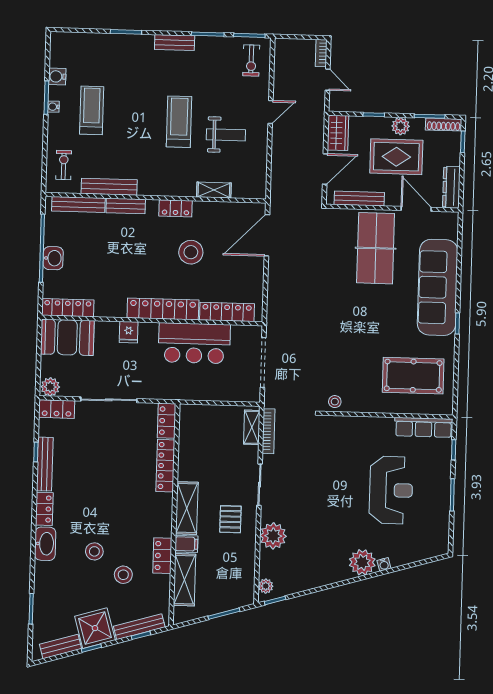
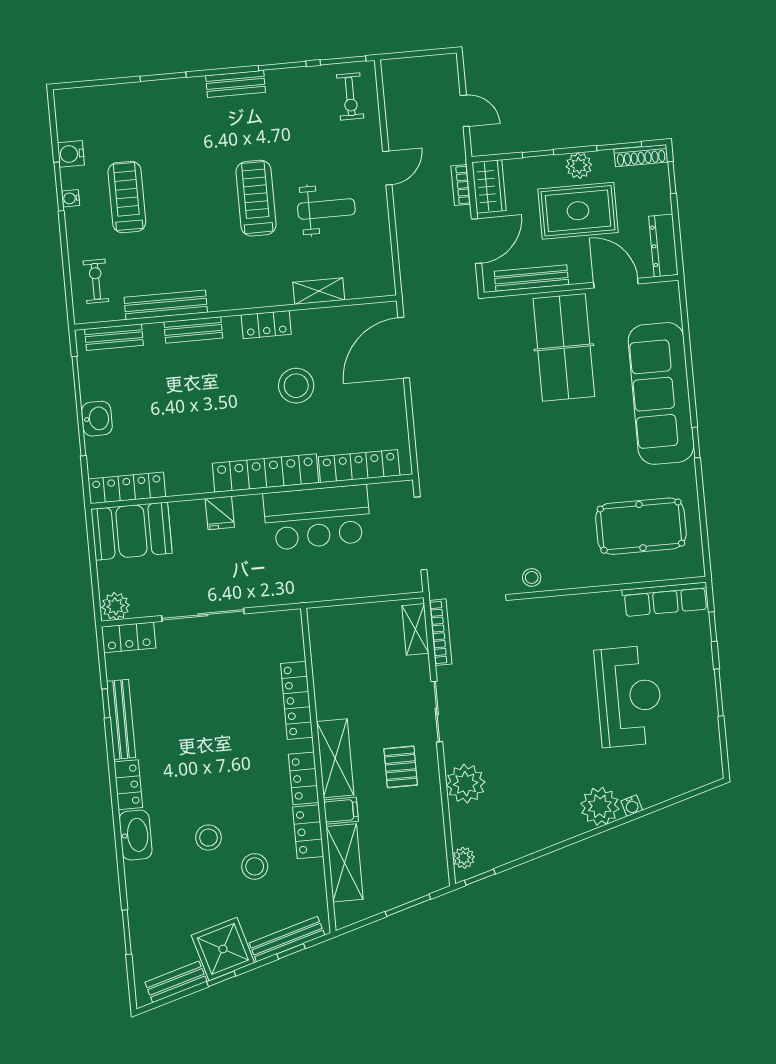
bookcase: (321, 53) -> (461, 185), moved
bench: (78, 205) -> (114, 337), width x0.73
locker: (167, 421) -> (304, 778), moved

